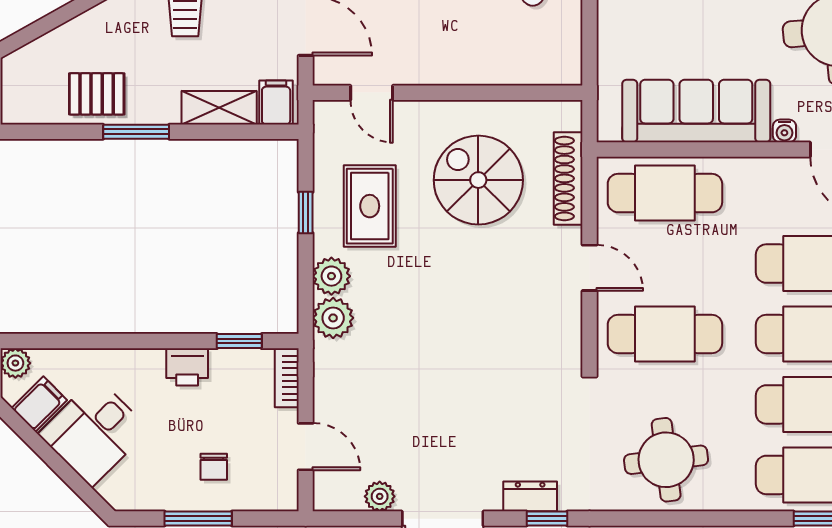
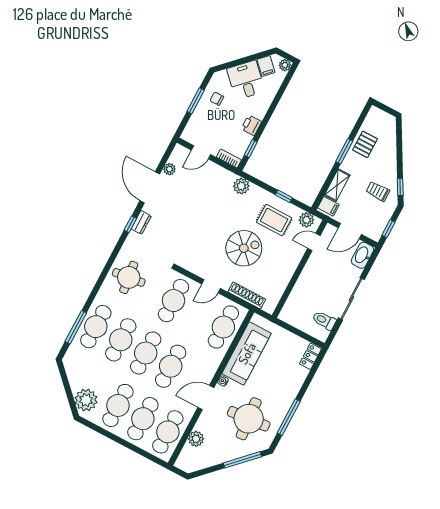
spiral stairs: (478, 180) -> (244, 248), moved
plant: (331, 276) -> (306, 220), moved
chair: (214, 467) -> (217, 99), moved

